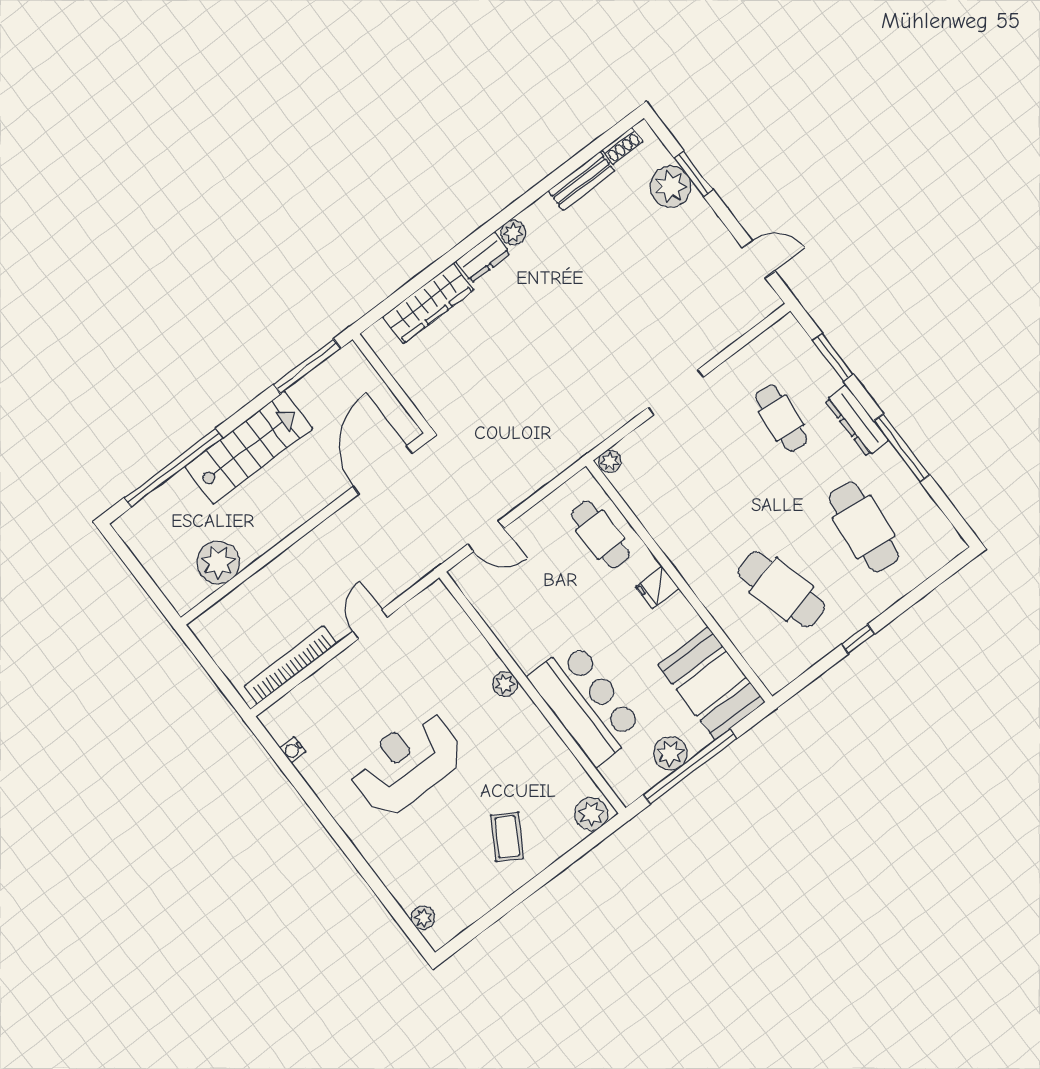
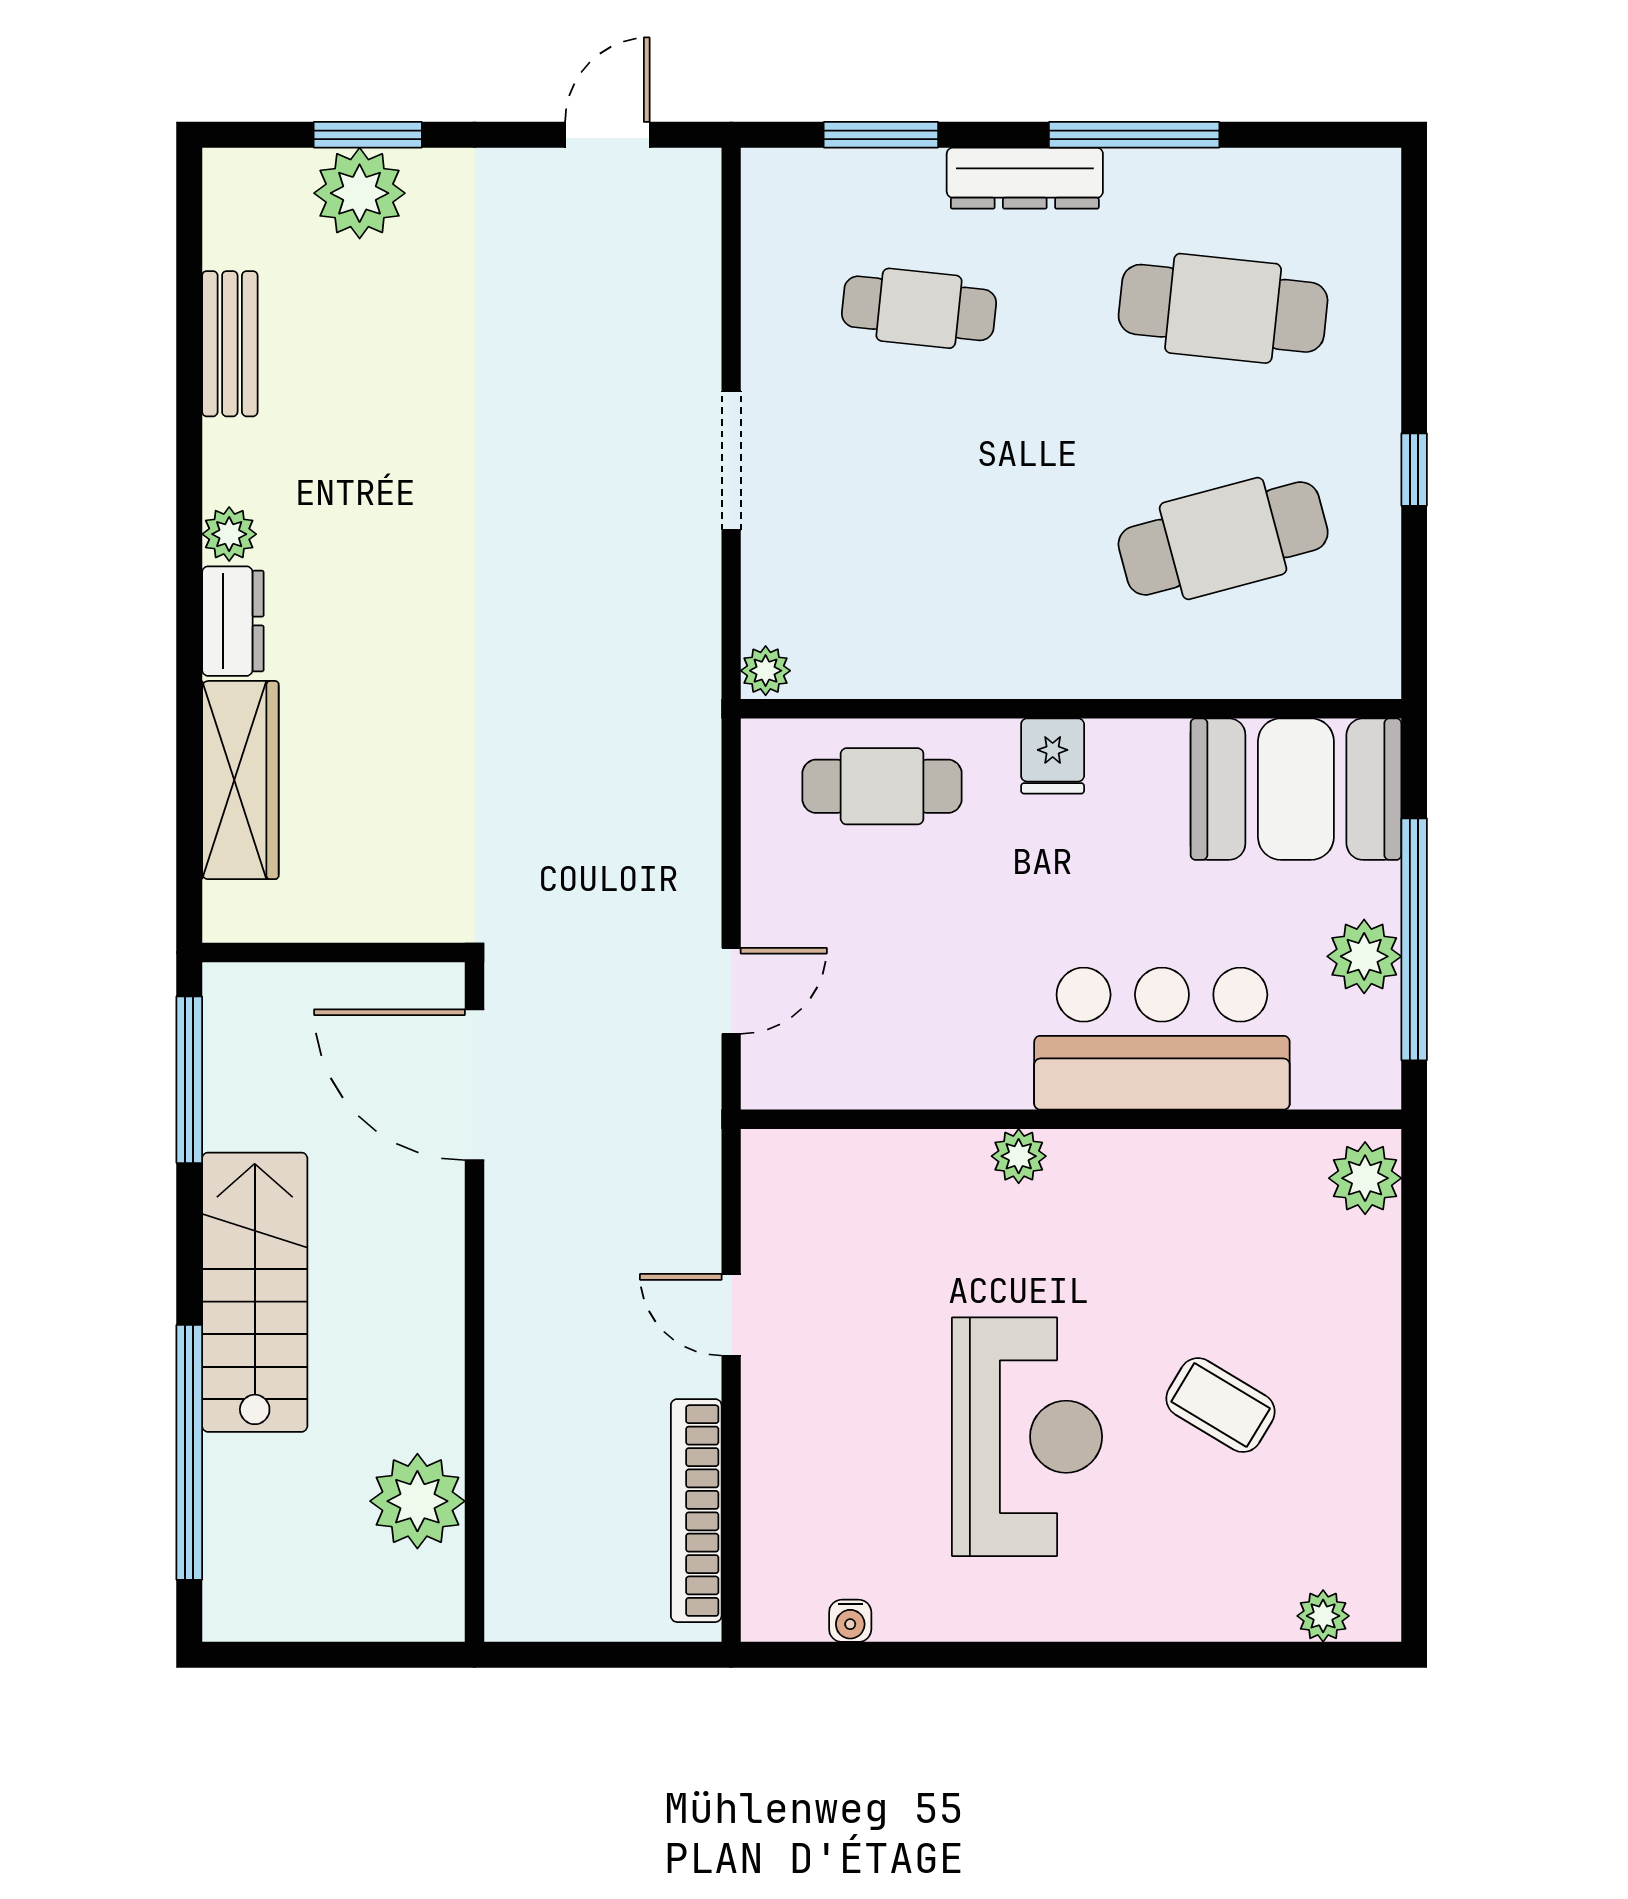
shoe rack: (622, 146) -> (223, 224), removed
reception desk: (407, 763) -> (1027, 1437), turned 180
coffee table: (507, 837) -> (1221, 1405), moved

